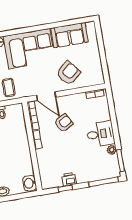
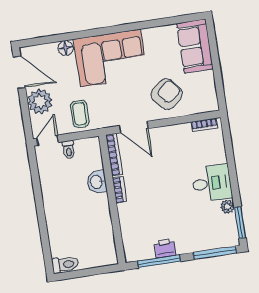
sofa: (69, 35) -> (195, 46), moved, turned 90
armchair: (64, 123) -> (158, 166), removed
washbasin: (30, 183) -> (97, 182), moved
window: (65, 188) -> (159, 261), width x2.17

